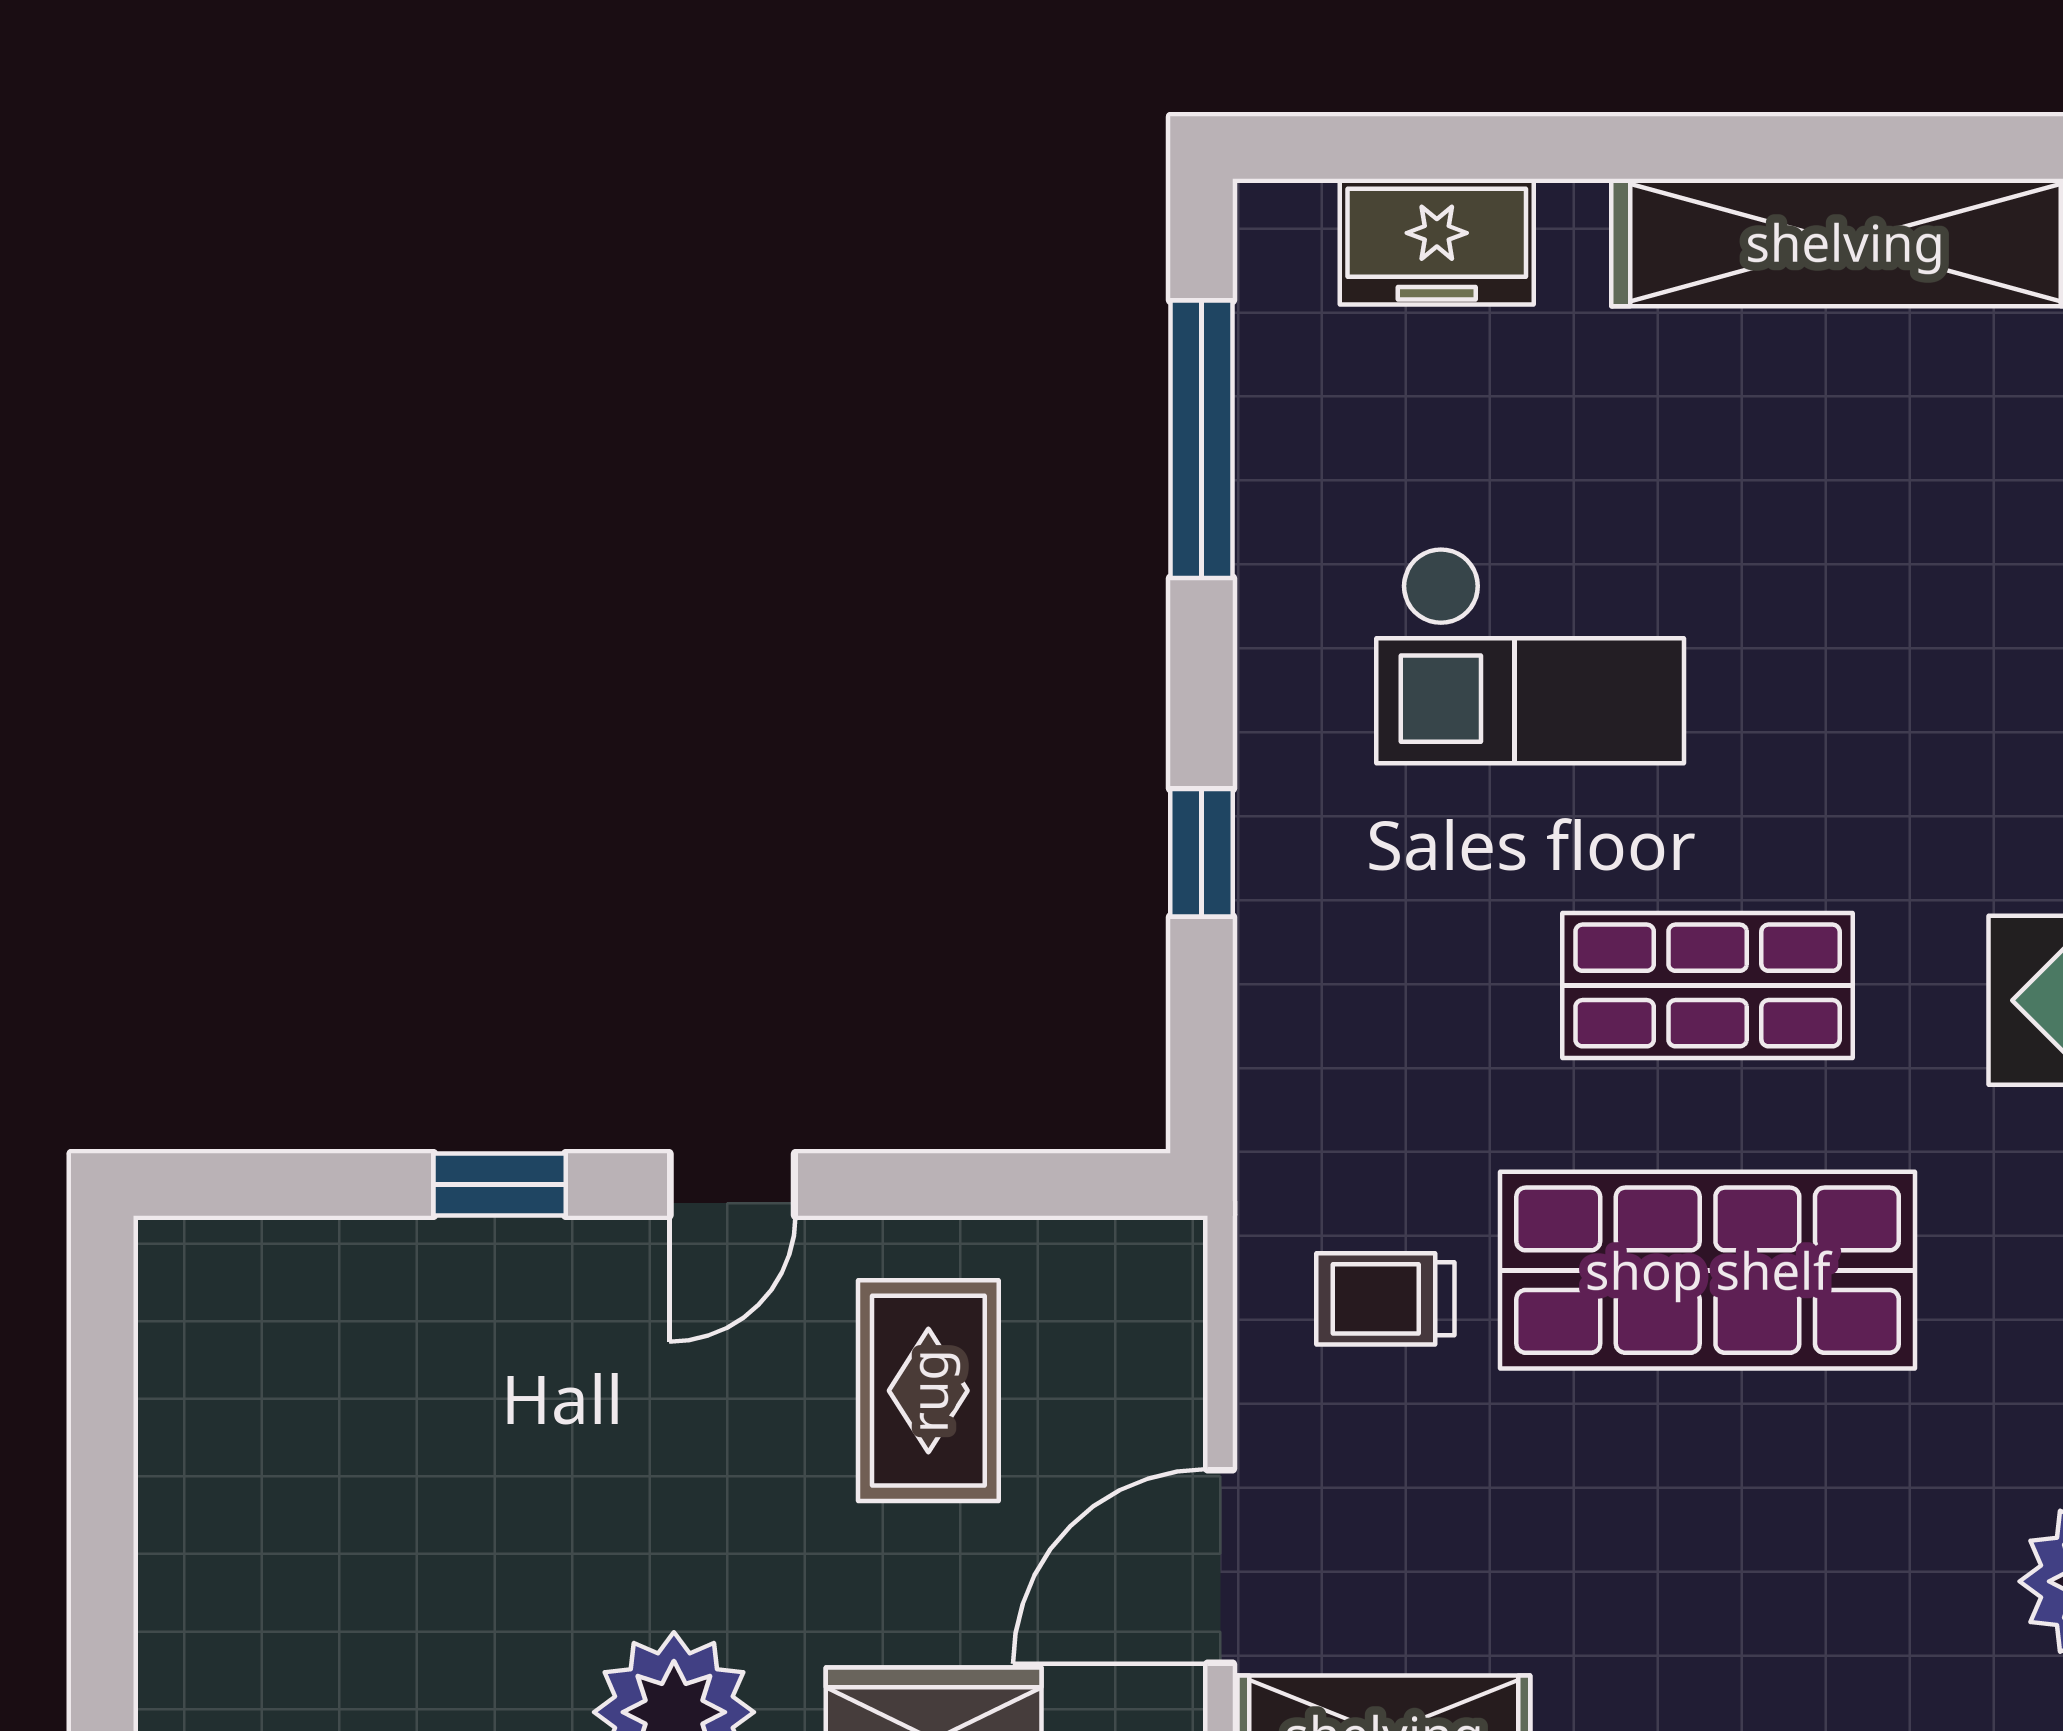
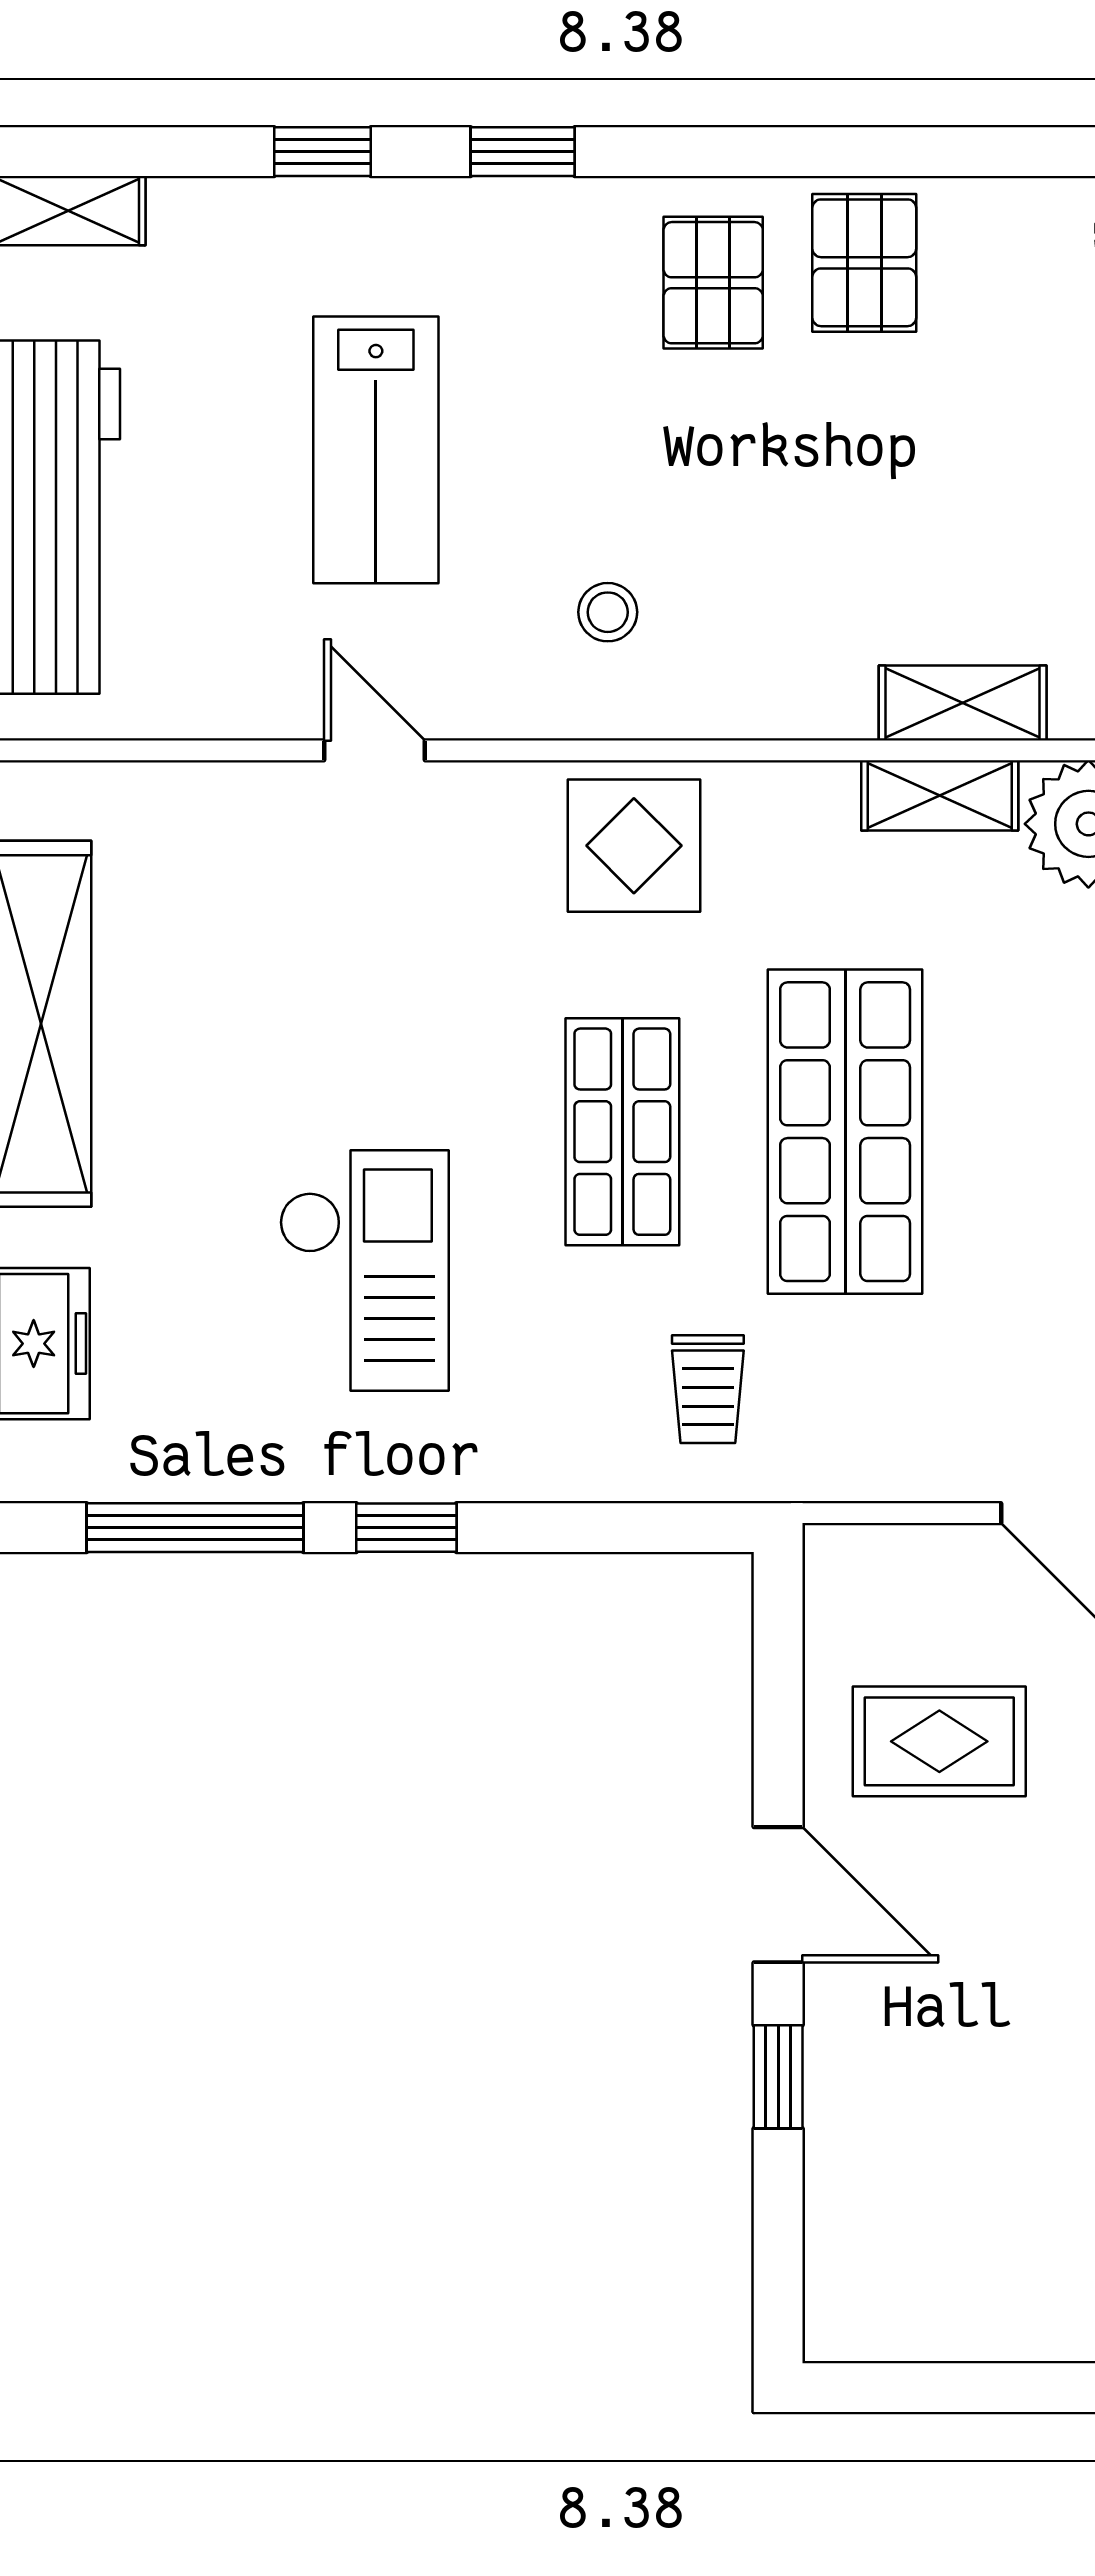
window: (1201, 853) -> (406, 1528), moved
door: (732, 1185) -> (778, 1895), width x1.38
trolley: (1385, 1299) -> (708, 1389), moved

